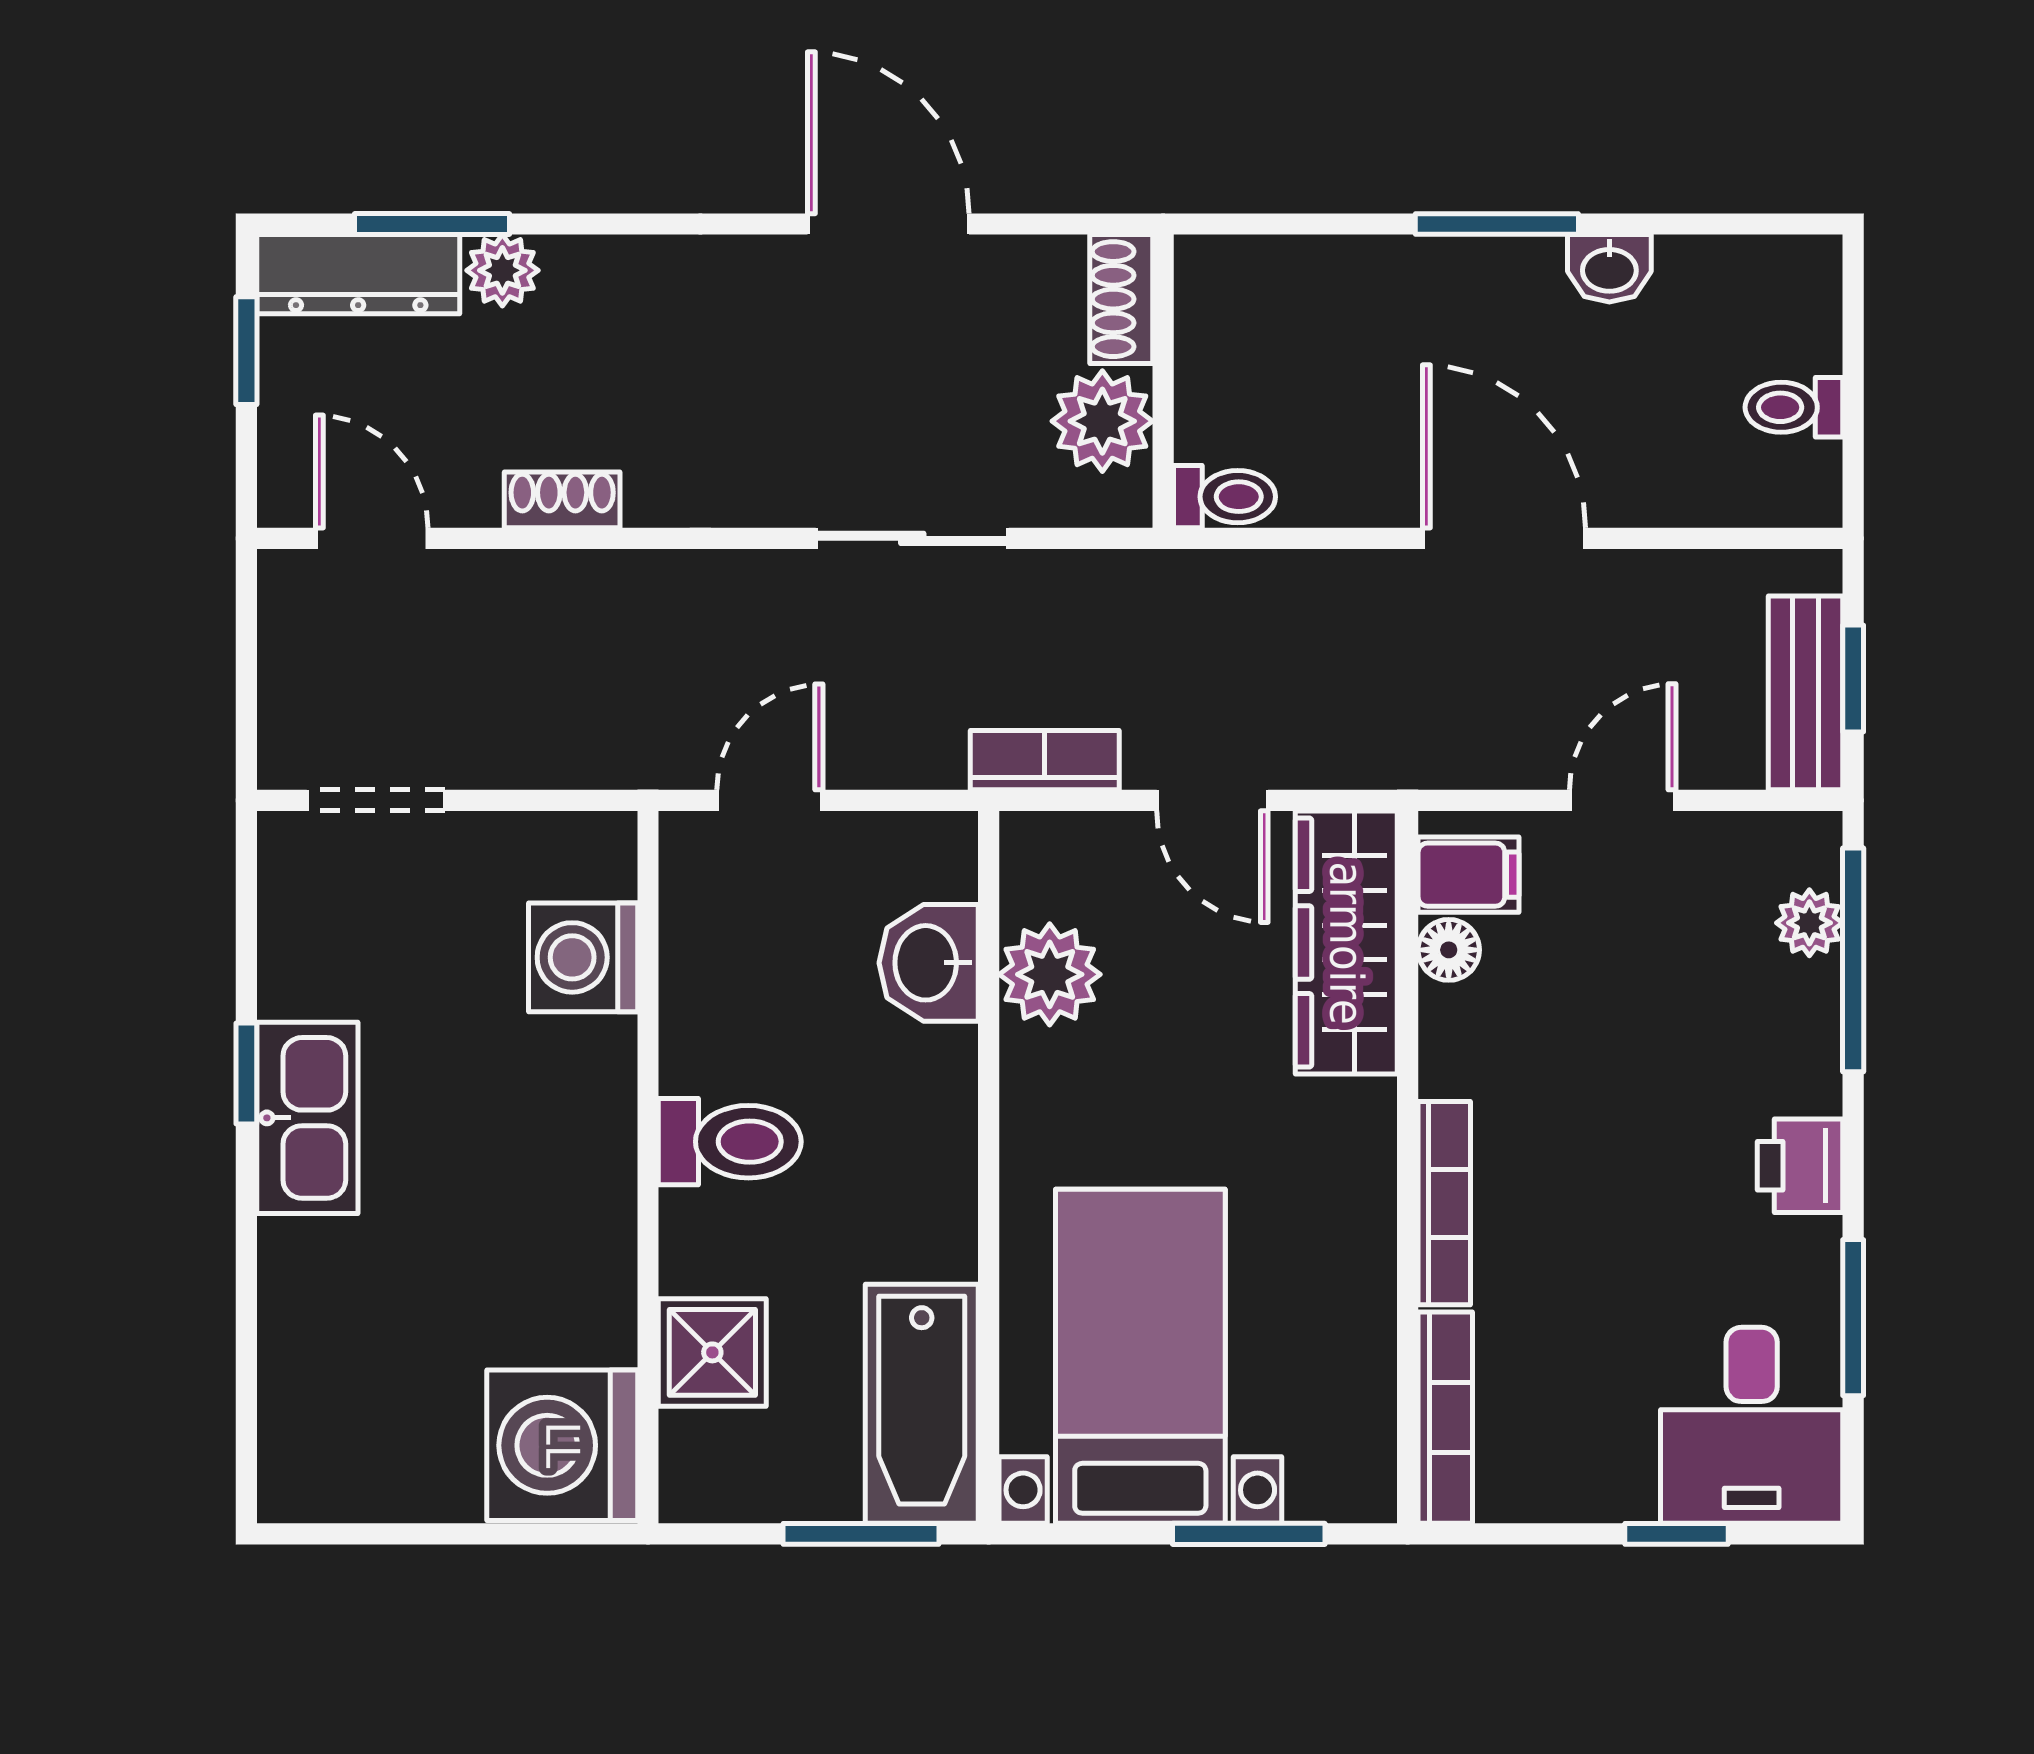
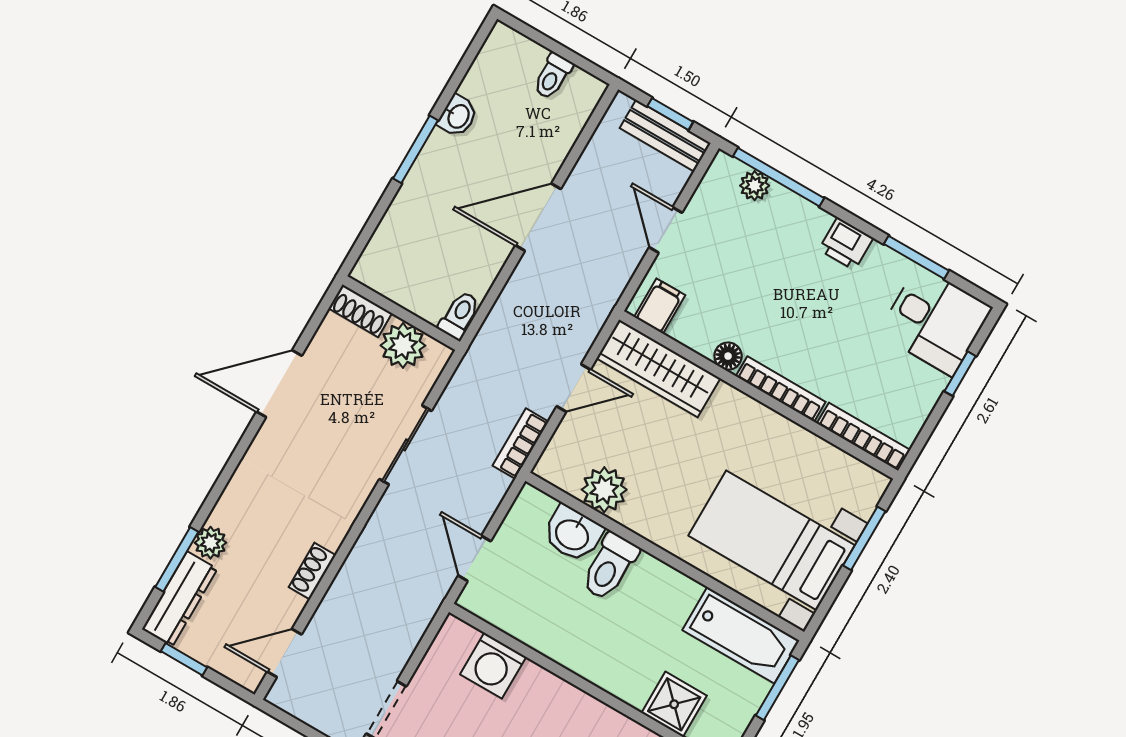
floor lamp: (1449, 950) -> (728, 356), moved
toilet: (730, 1142) -> (610, 566), moved, turned 180

